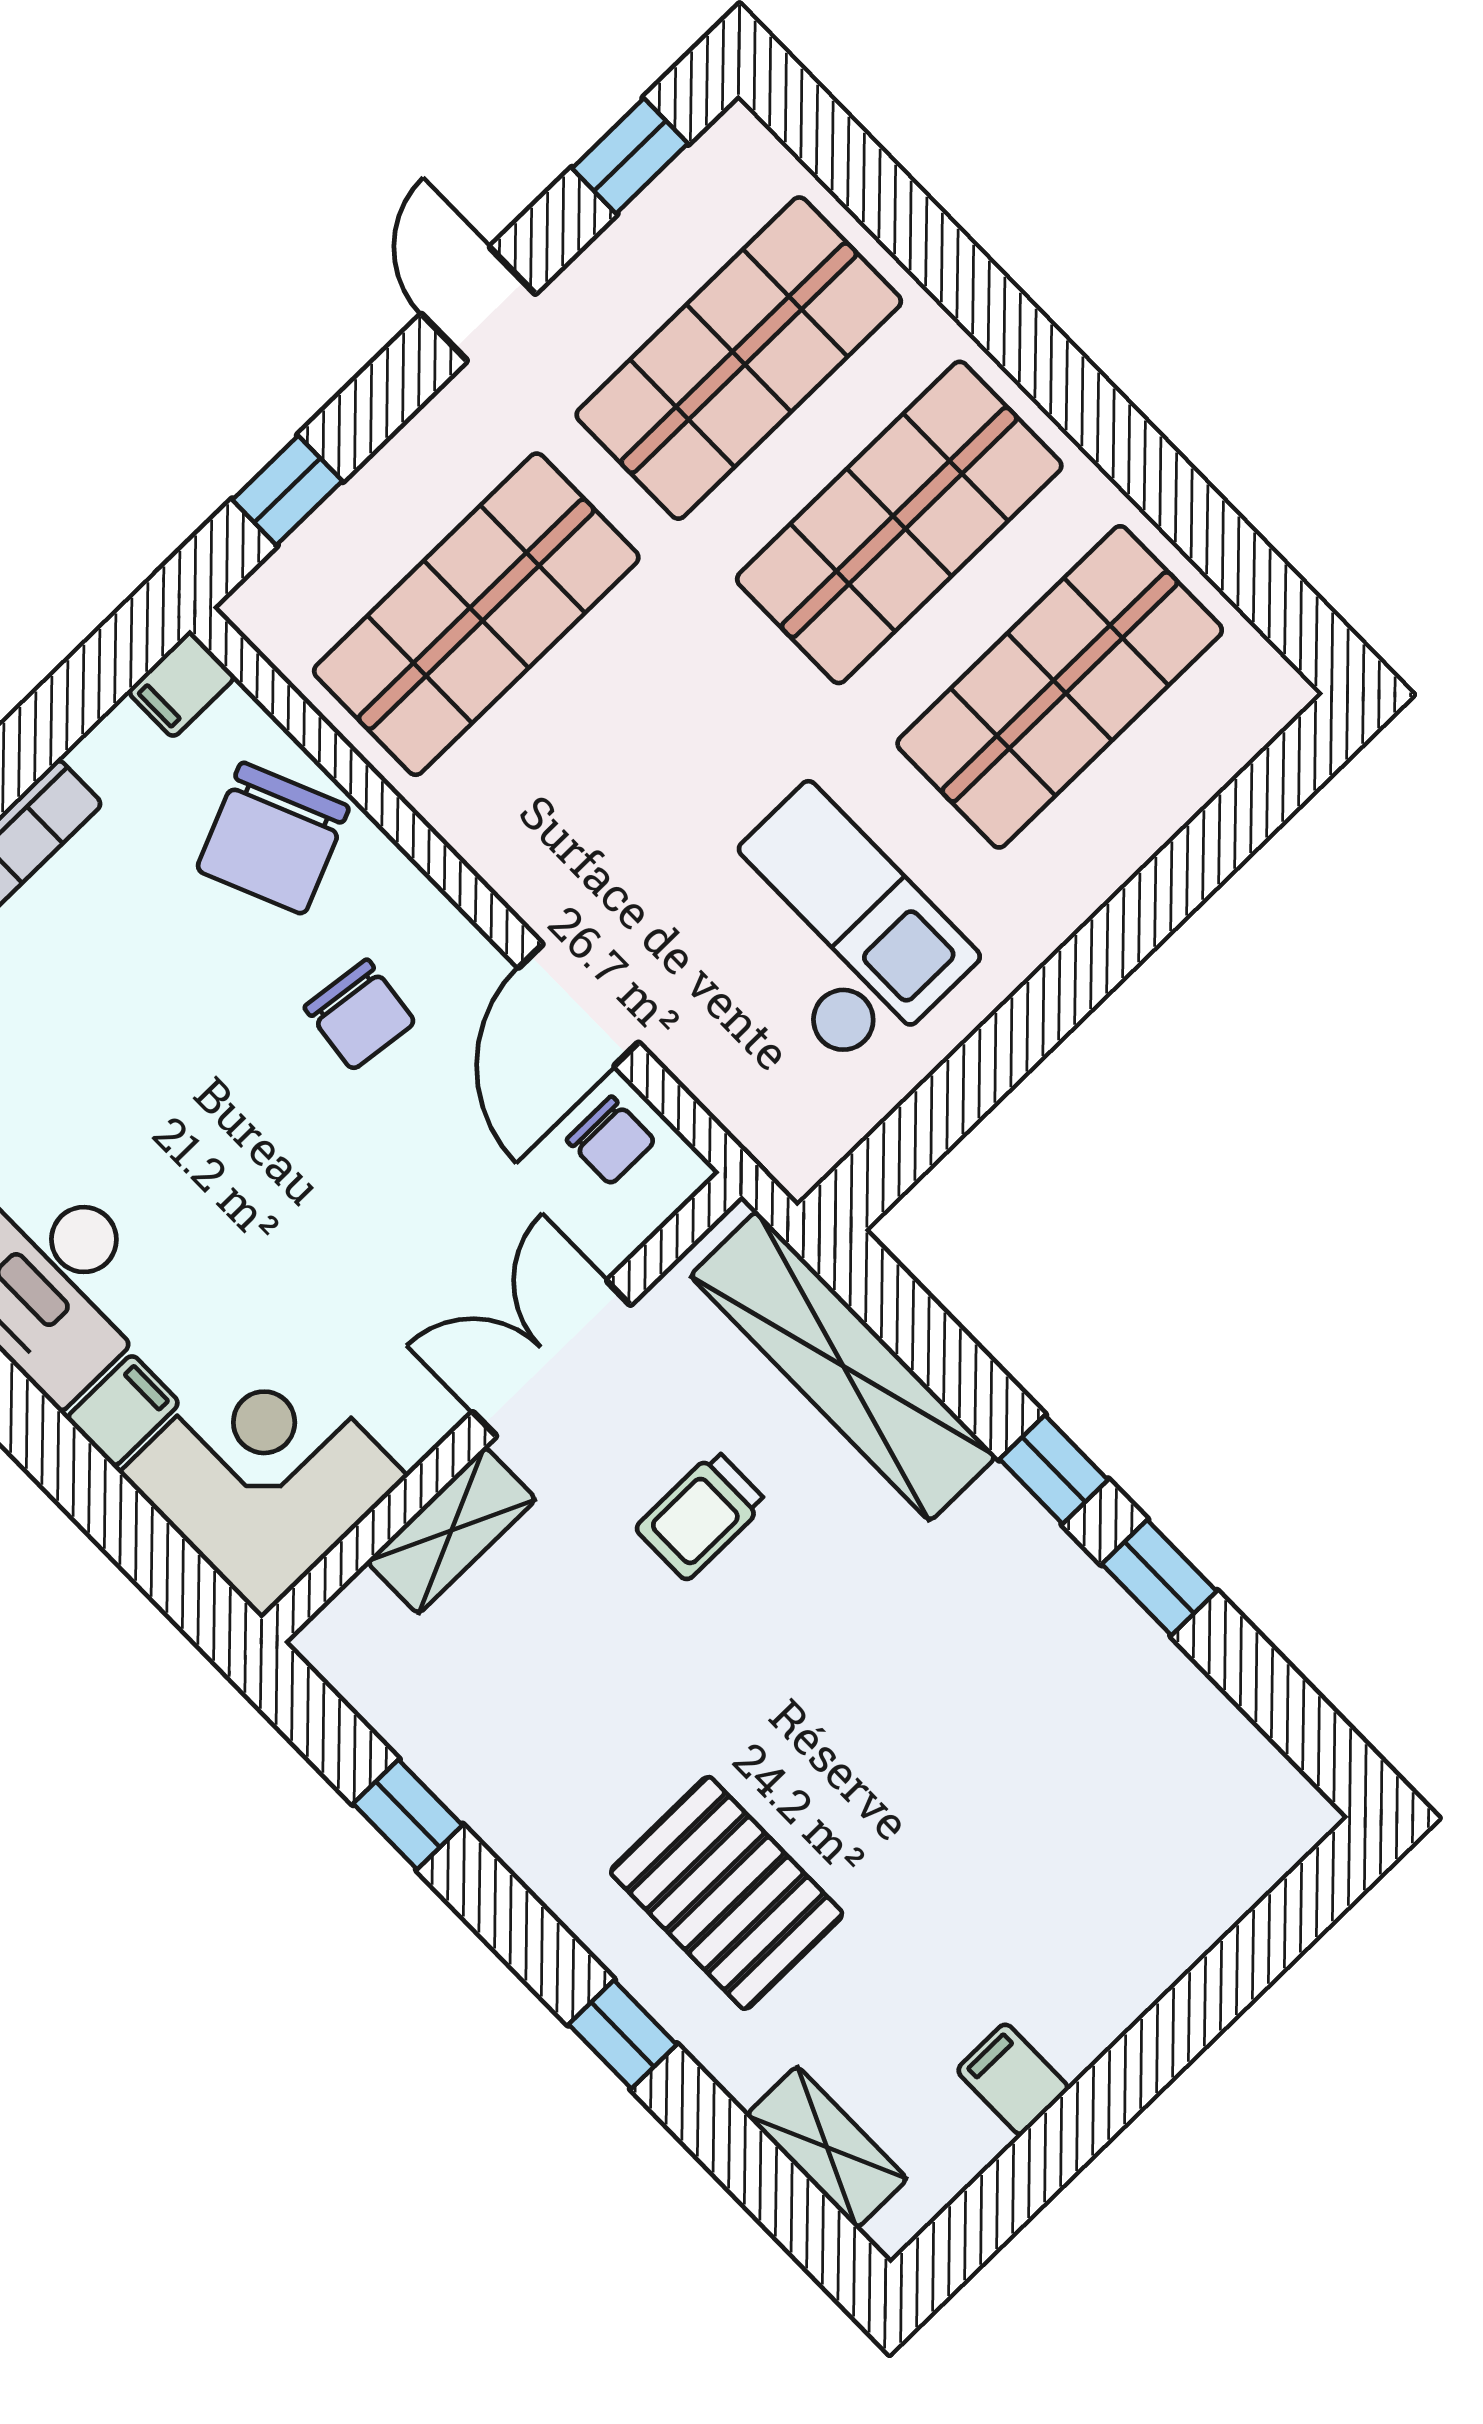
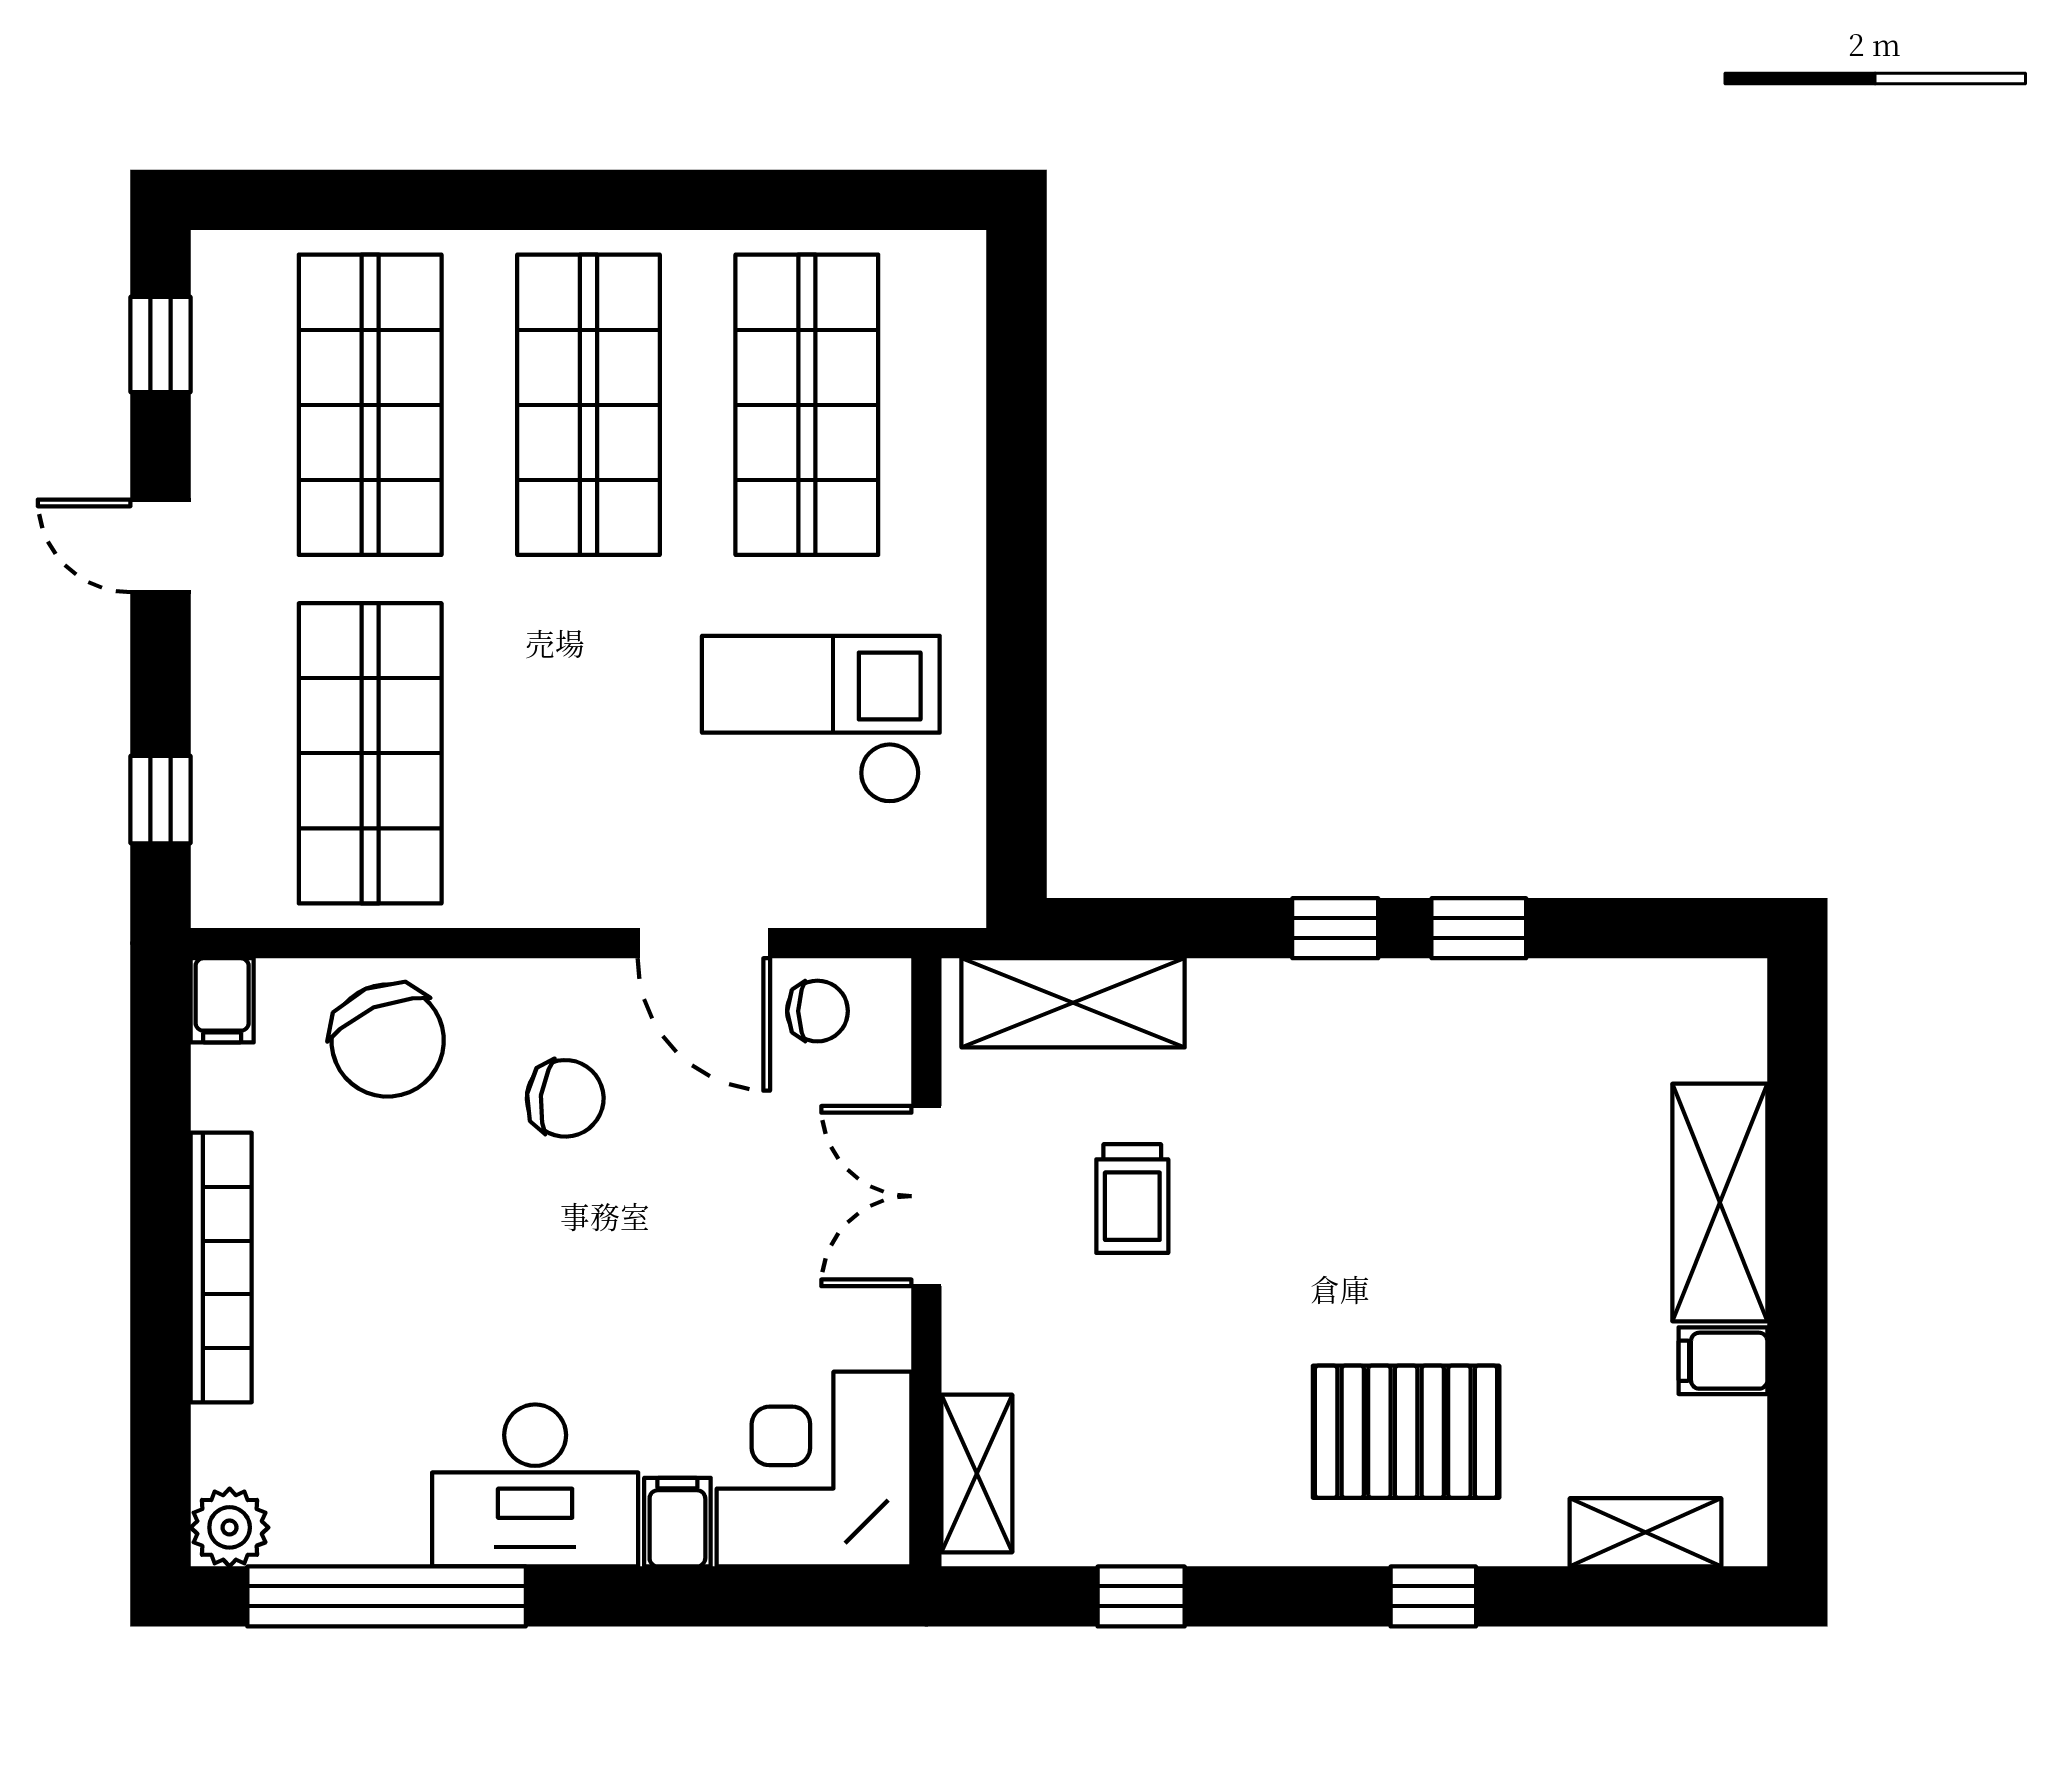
shelving: (843, 1366) -> (1073, 1003), width x0.68
shelving: (451, 1530) -> (977, 1473), moved
shelving: (1130, 1961) -> (1720, 1203), added

